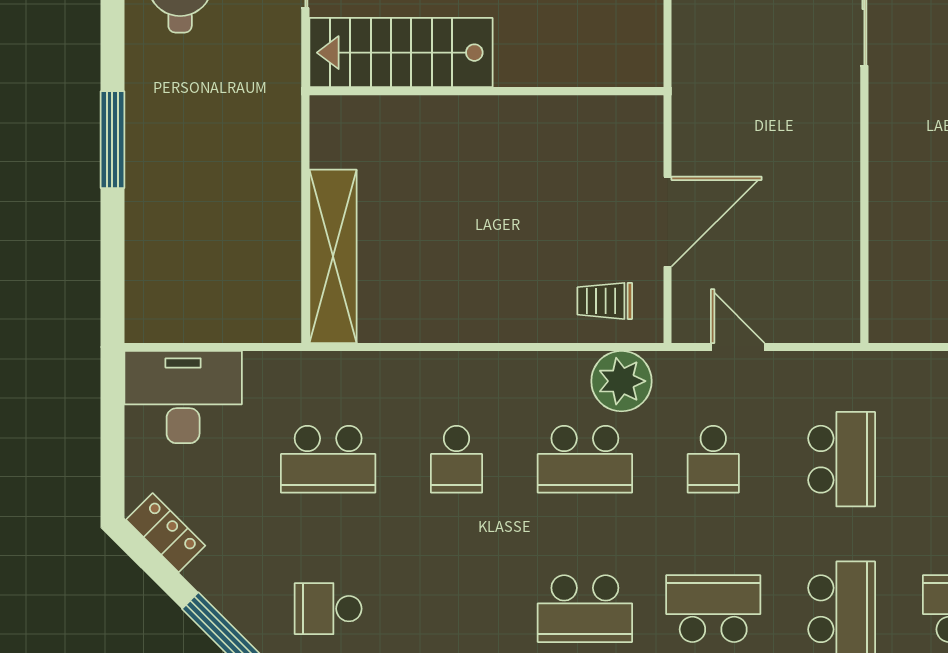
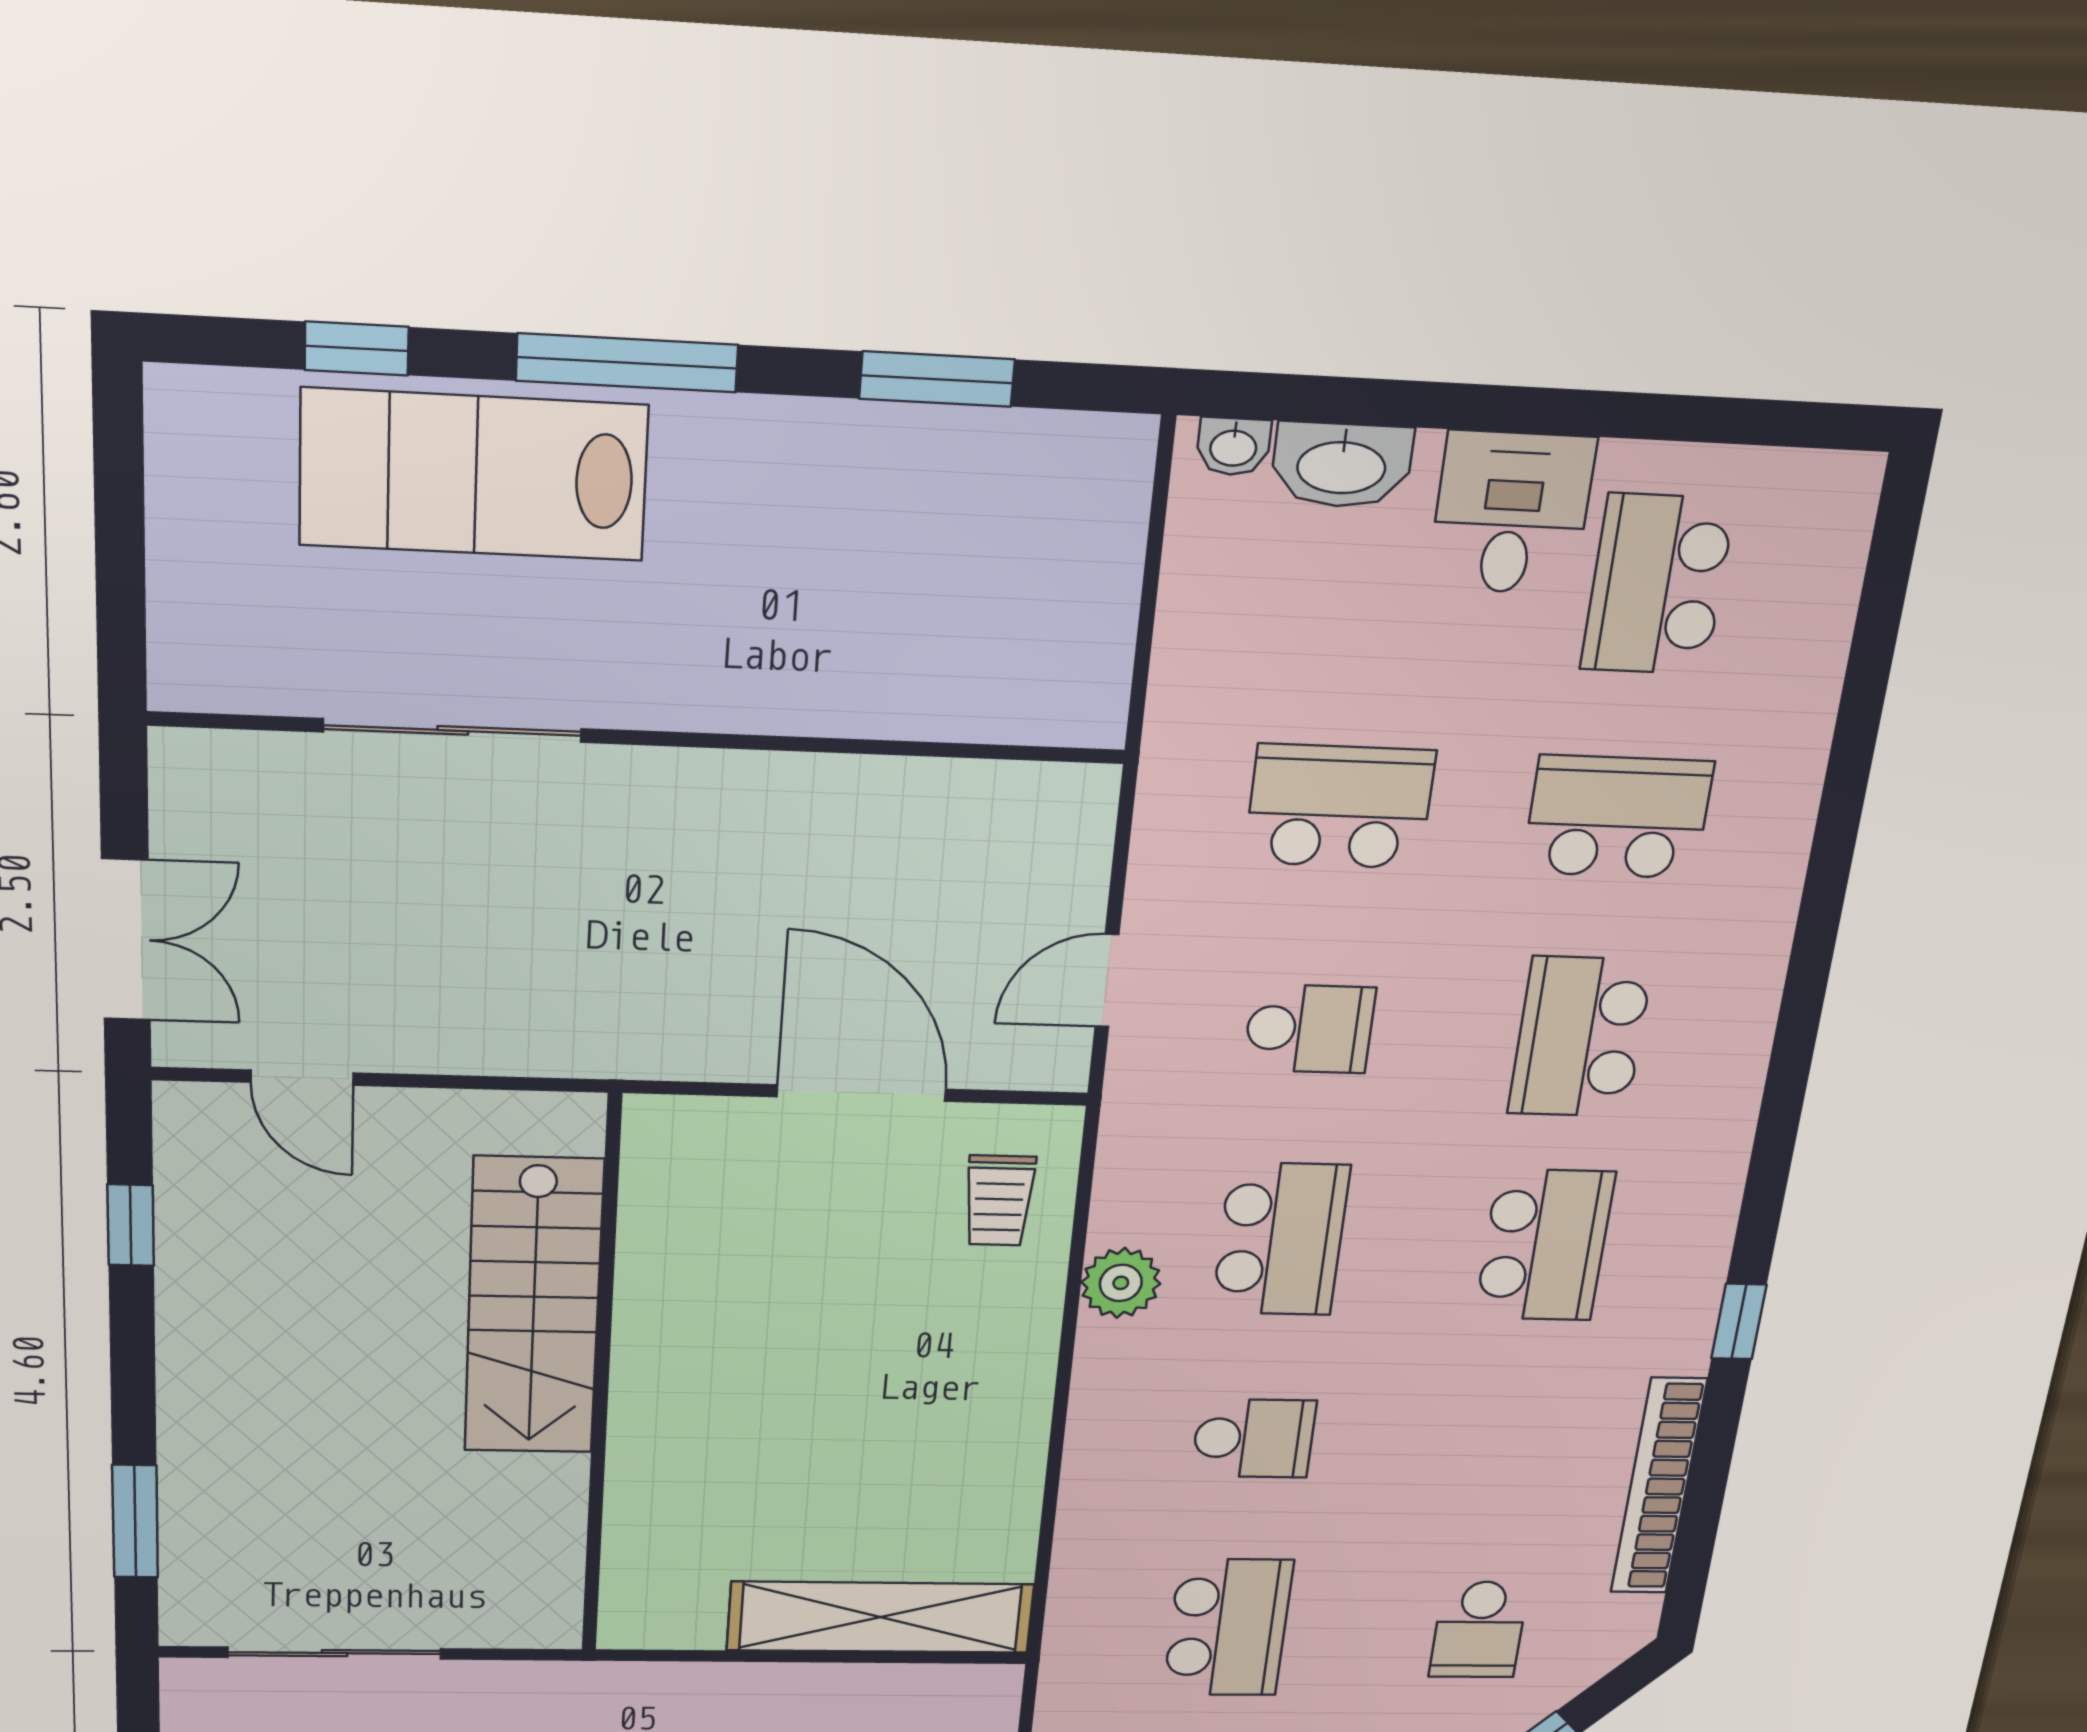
stairs: (401, 53) -> (534, 1307), moved
plant: (621, 381) -> (1121, 1283), moved, width x0.73, depth x0.73

